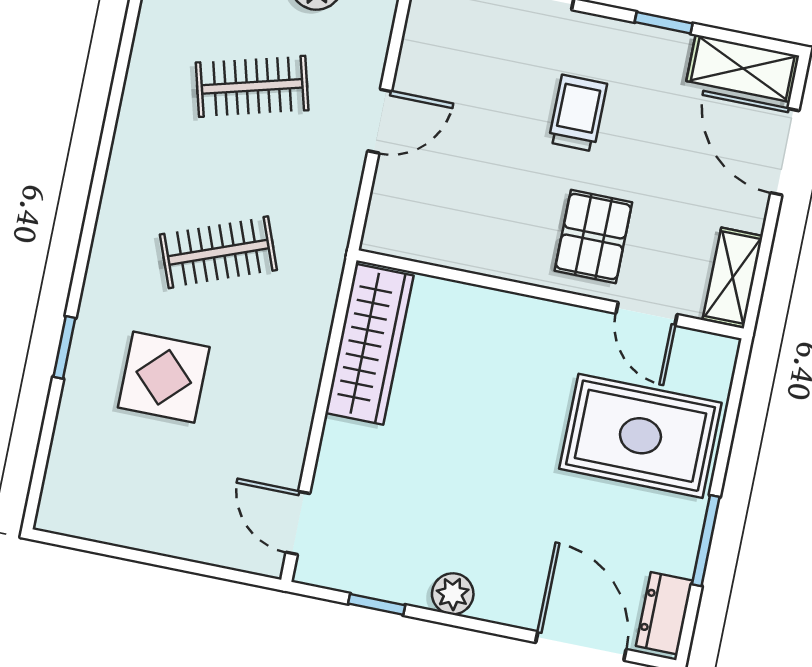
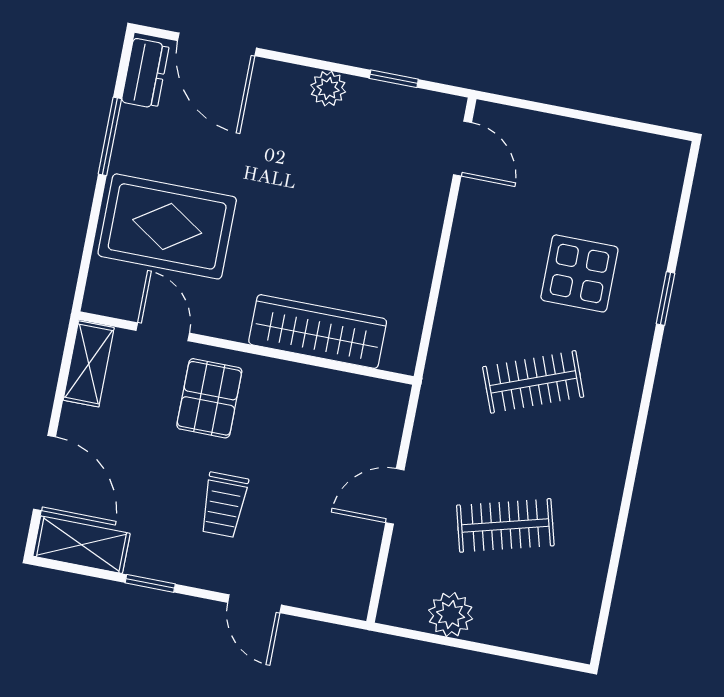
wardrobe: (369, 344) -> (318, 332), moved, turned 90

